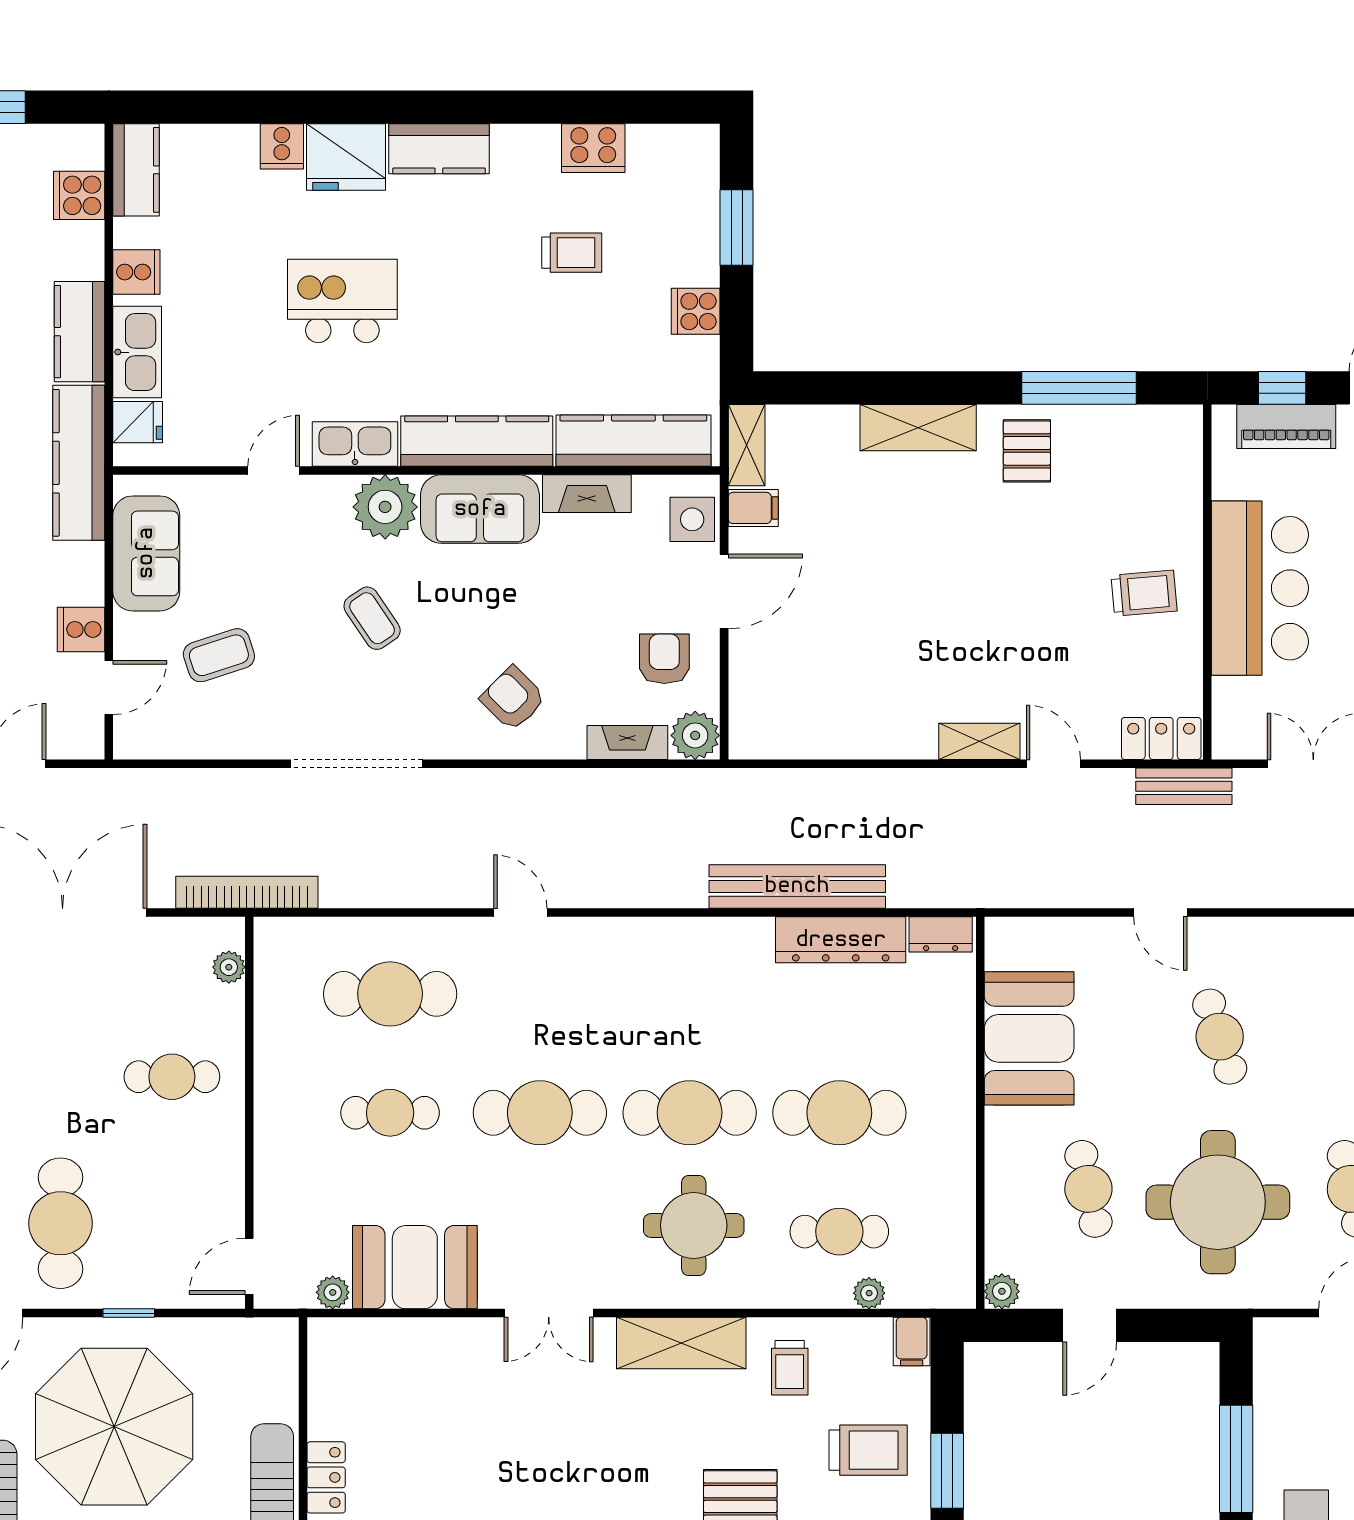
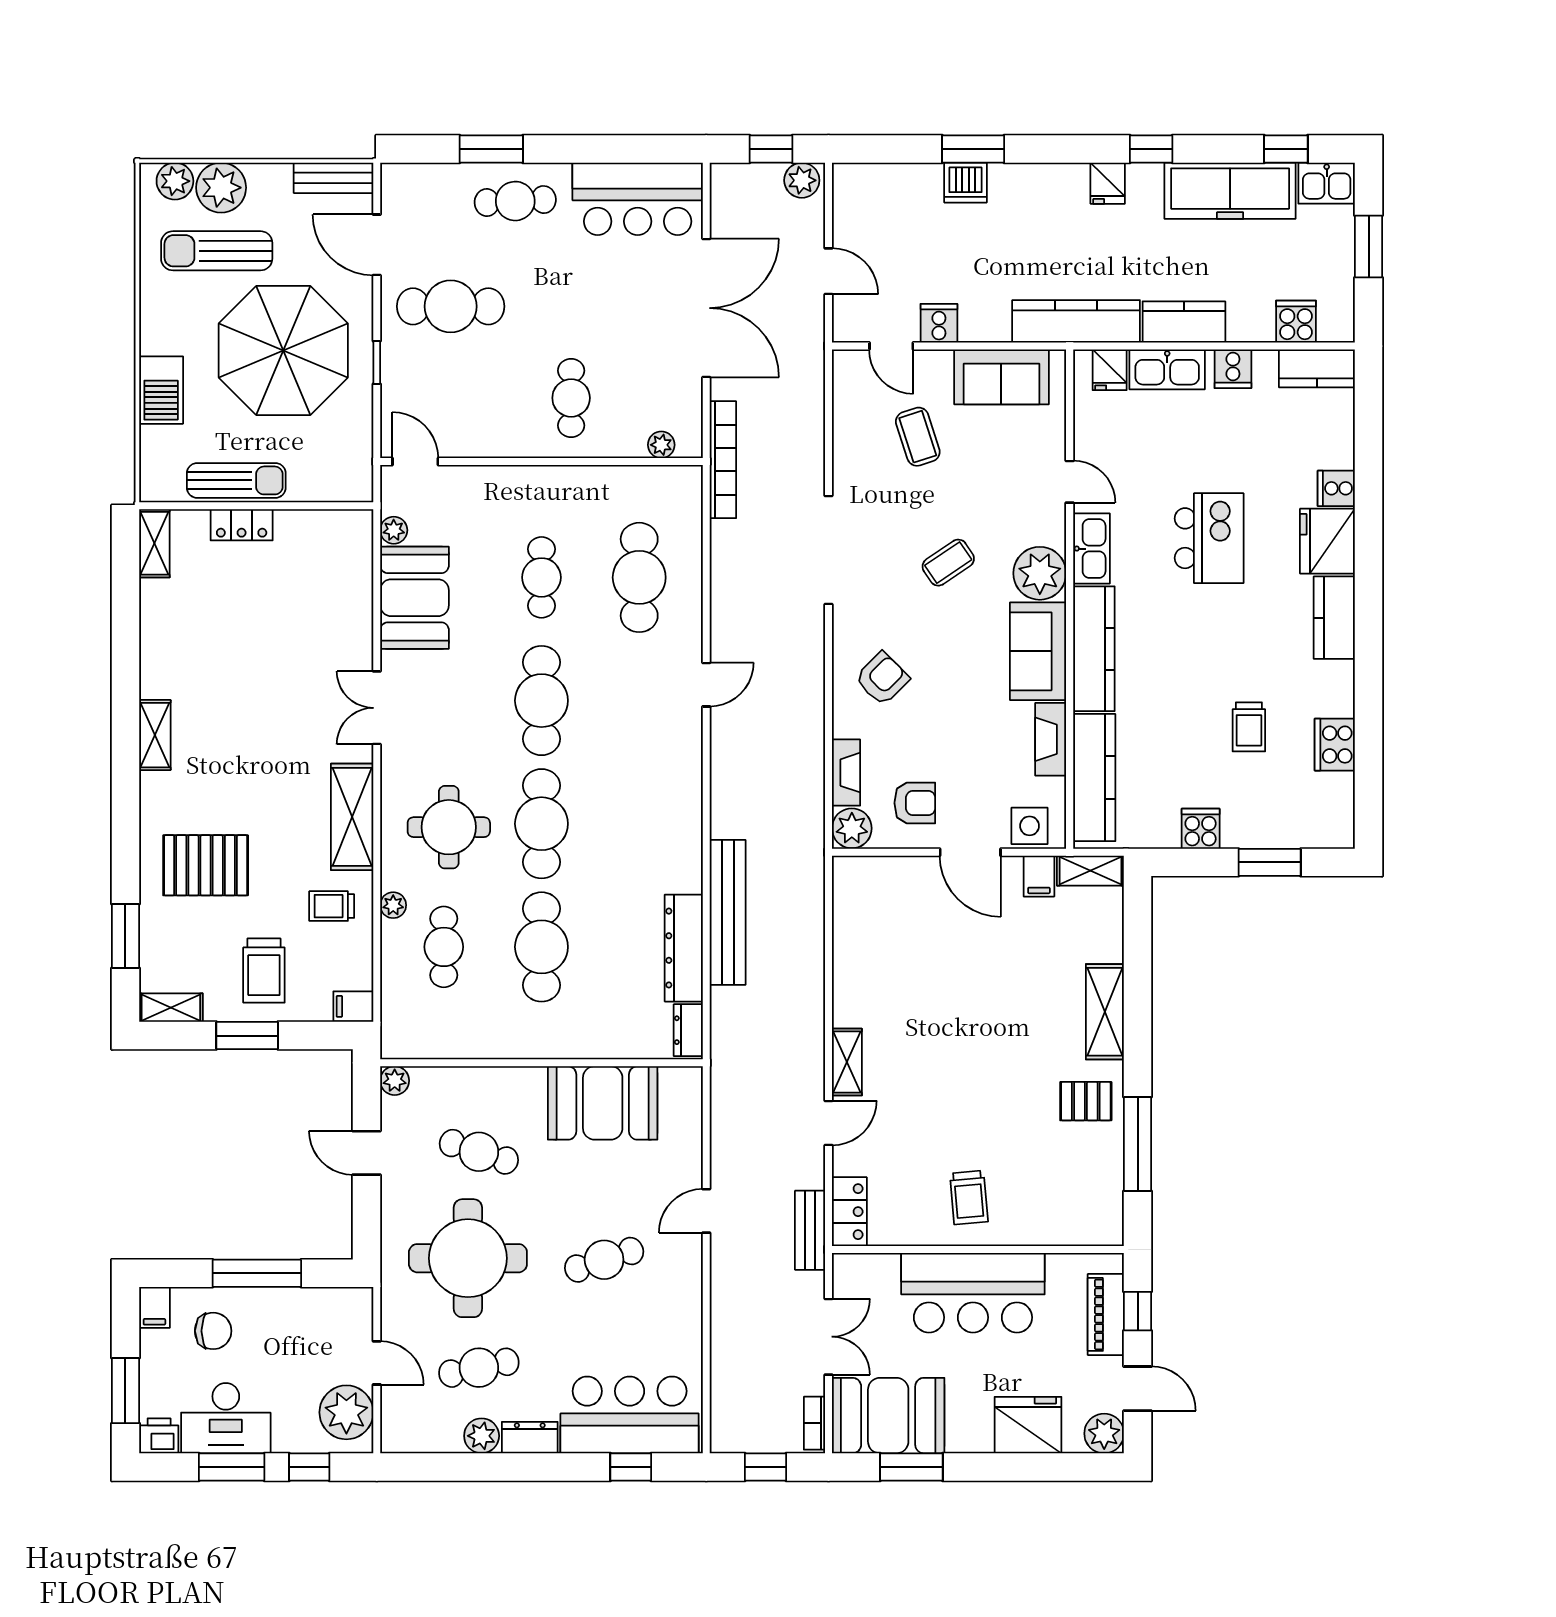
cafe table: (1088, 1189) -> (479, 1152), turned 30
plant: (869, 1293) -> (393, 905), moved

